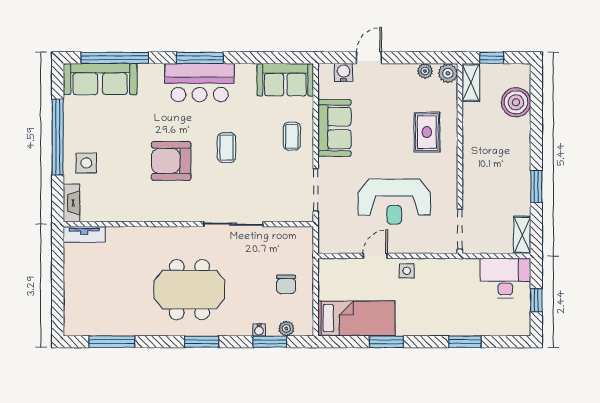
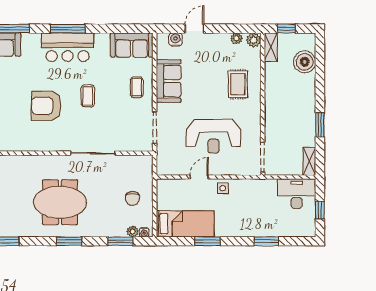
water cooler: (259, 330) -> (144, 232), moved

